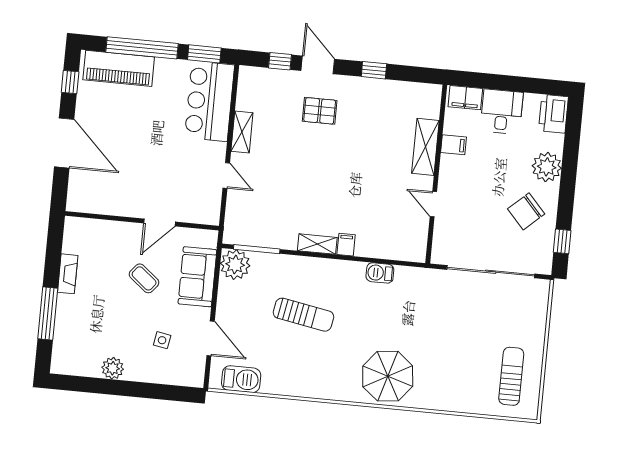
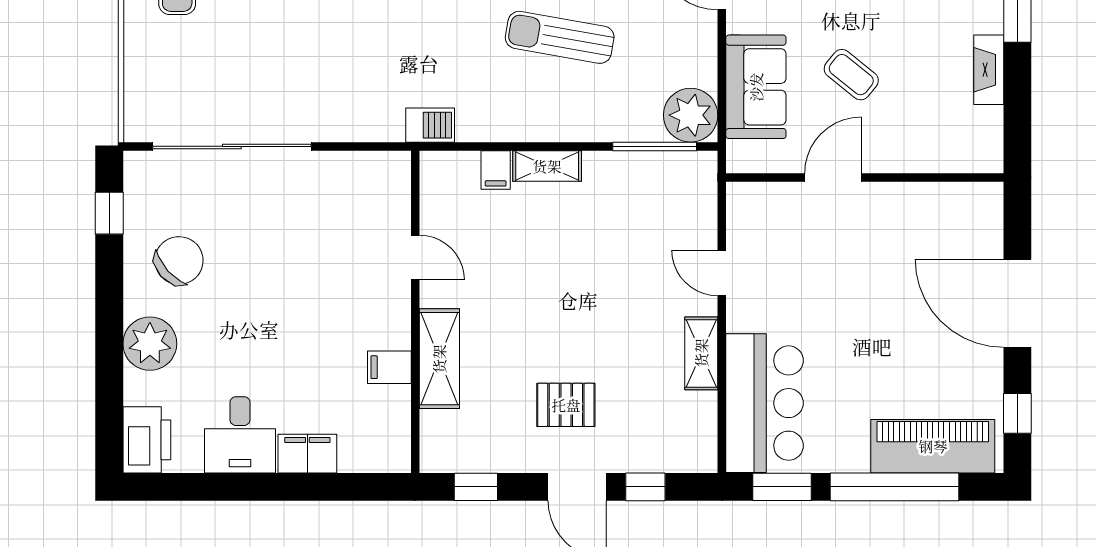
filing cabinet: (454, 145) -> (389, 367), moved
shelving: (425, 147) -> (439, 359), moved
wall: (436, 174) -> (415, 312), moved
door: (433, 204) -> (415, 257), moved

